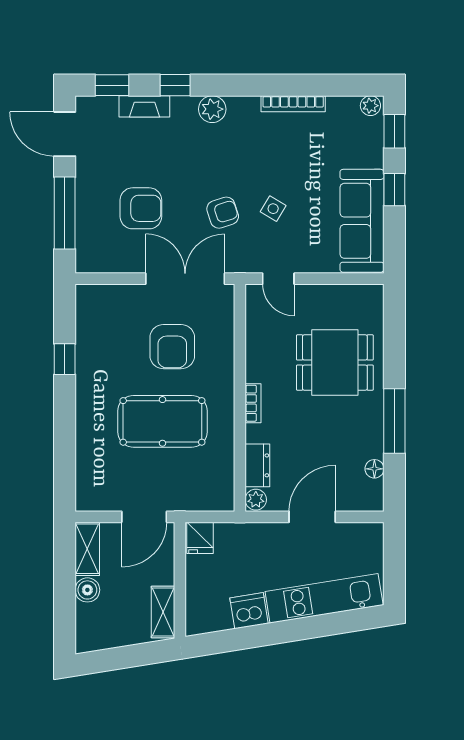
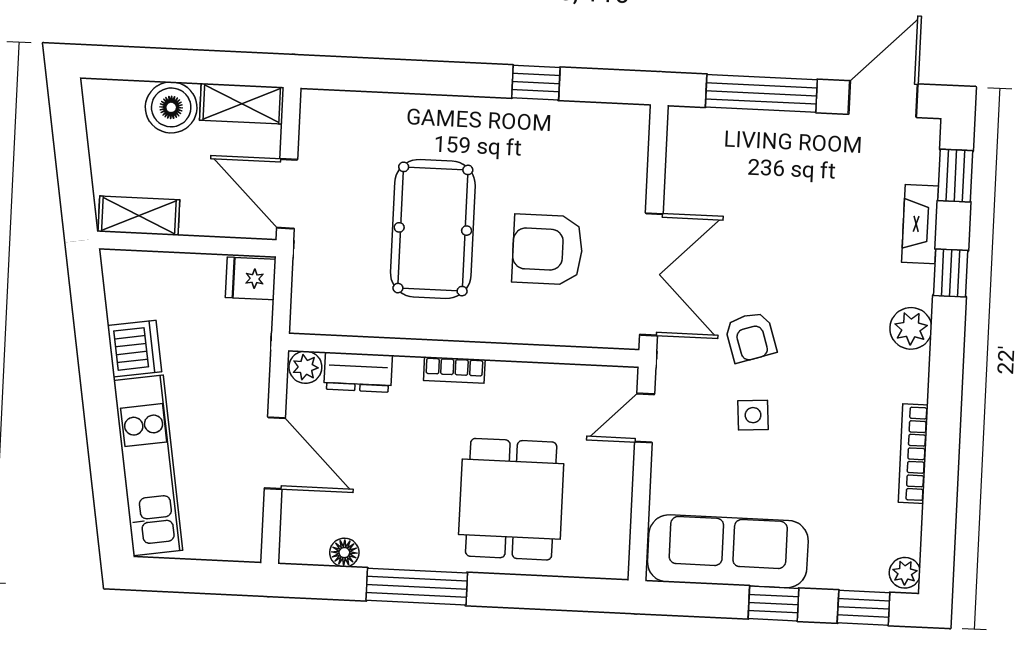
armchair: (141, 208) -> (763, 211), removed
side table: (273, 209) -> (753, 415), turned -35
boiler: (87, 590) -> (171, 107), width x1.36, depth x1.36

